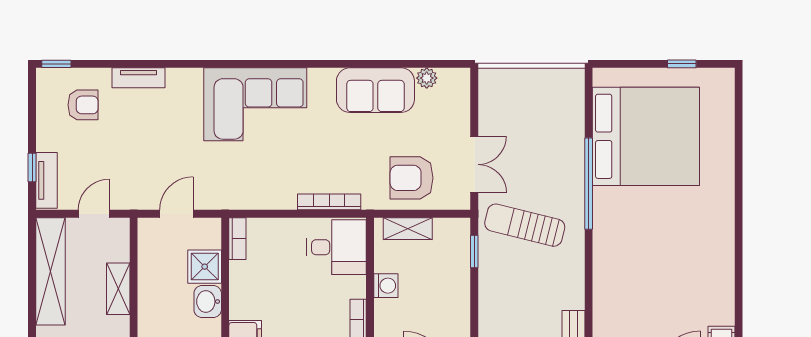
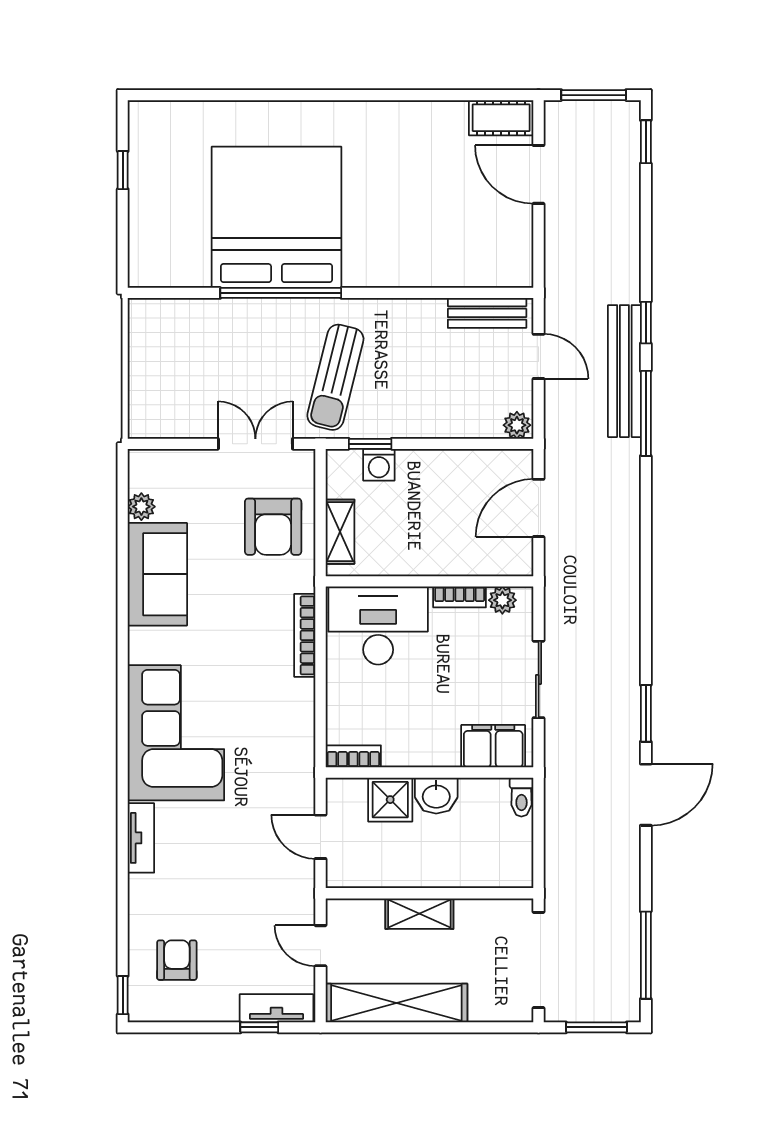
tv unit: (139, 78) -> (141, 838), moved
bed: (646, 136) -> (276, 217), moved
desk: (337, 247) -> (378, 625), width x1.37
washing machine: (386, 286) -> (379, 465), moved, turned 180

